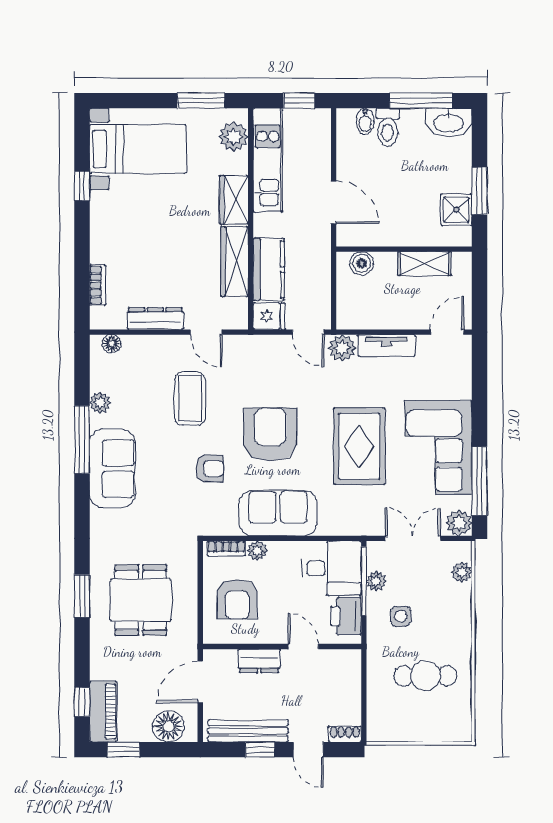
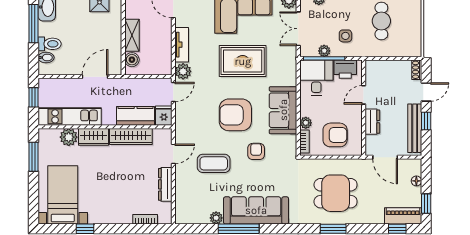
plant: (233, 137) -> (69, 137), moved
shelving: (424, 263) -> (132, 35), moved
floor lamp: (112, 344) -> (181, 211), removed
sofa: (112, 469) -> (256, 210), width x1.36
floor lamp: (168, 726) -> (416, 181), width x0.53, depth x0.53

